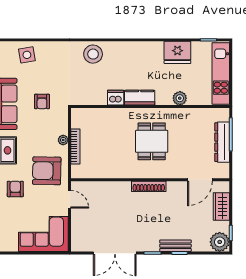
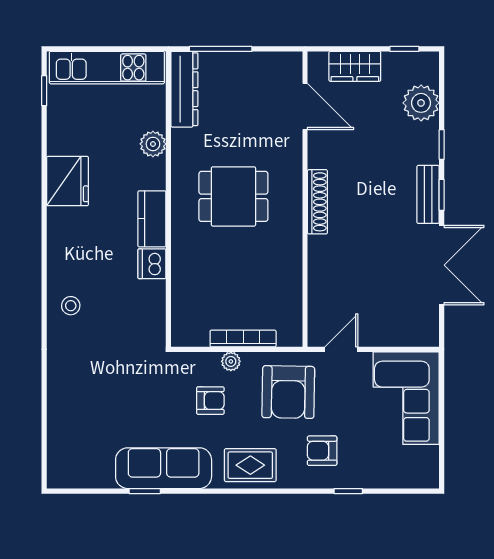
fridge: (177, 52) -> (68, 181), moved
stool: (93, 54) -> (71, 306), width x0.53, depth x0.53
side table: (27, 55) -> (72, 429), removed
armchair: (42, 101) -> (210, 401), moved
dresser: (222, 142) -> (184, 89), moved, turned -90
plant: (220, 242) -> (421, 103), moved
bench: (175, 246) -> (428, 194), moved

